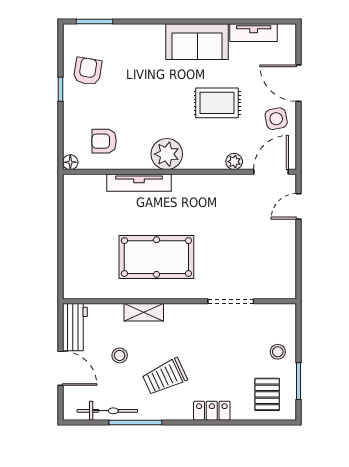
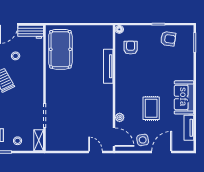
plant: (167, 154) -> (124, 81), removed
pool table: (156, 257) -> (60, 49), moved
shelving: (144, 312) -> (39, 140), moved

